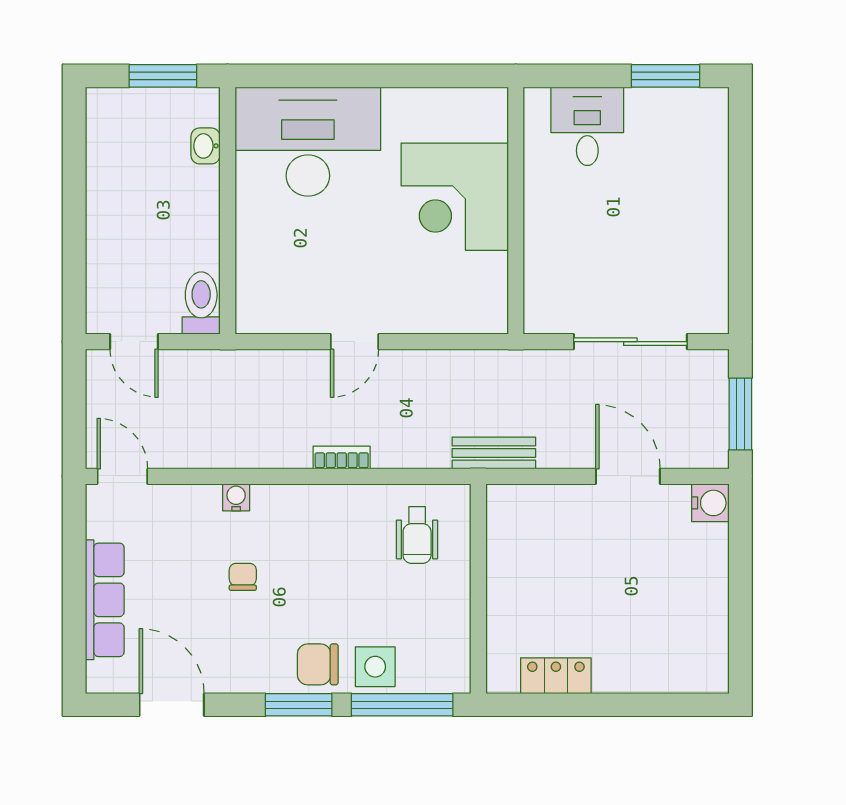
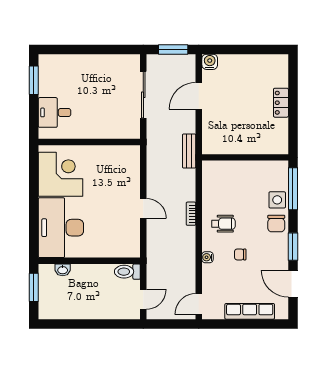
corner desk: (455, 197) -> (60, 174), moved, turned -90
wheelchair: (417, 535) -> (223, 224), moved
locker: (556, 676) -> (281, 103), moved
door: (172, 705) -> (293, 284), hinge flipped
window: (299, 705) -> (293, 247), moved

